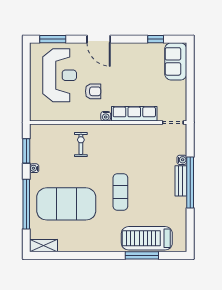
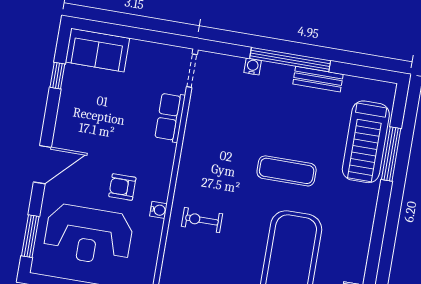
reception desk: (60, 75) -> (88, 235), turned 180
armchair: (93, 91) -> (122, 187), turned -90
row of seats: (134, 114) -> (170, 117), width x0.68
water cooler: (106, 116) -> (158, 210), moved
bench: (181, 181) -> (318, 79), moved

